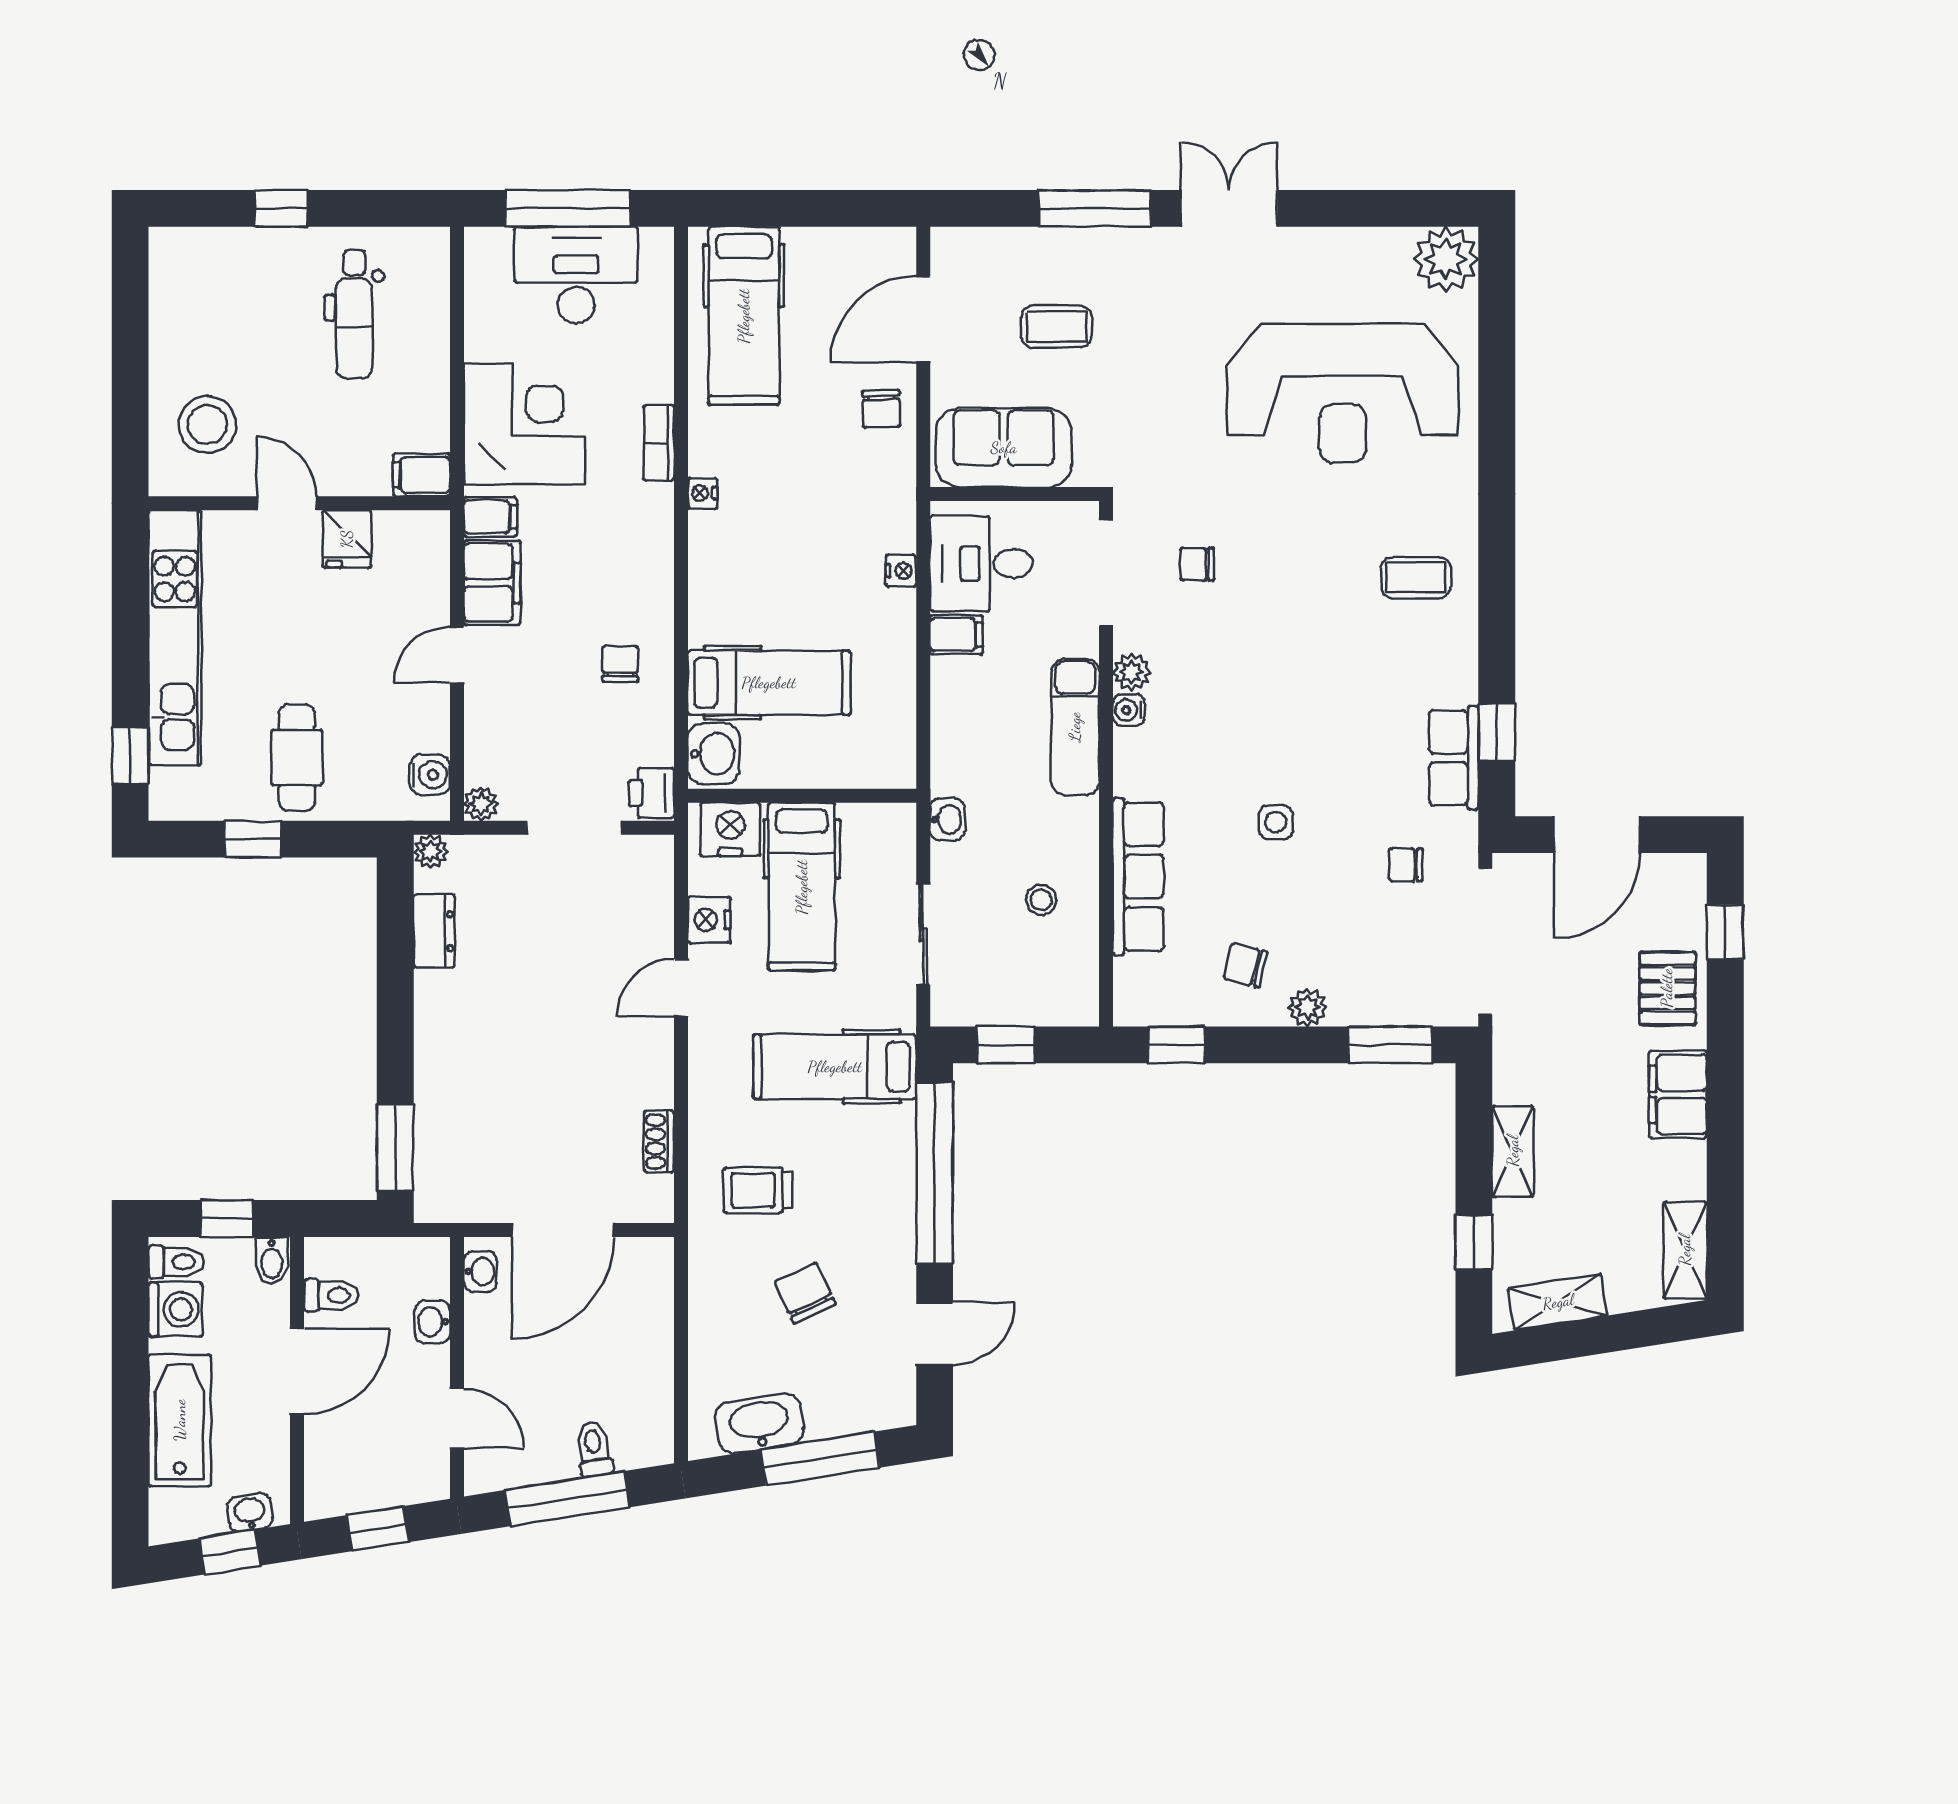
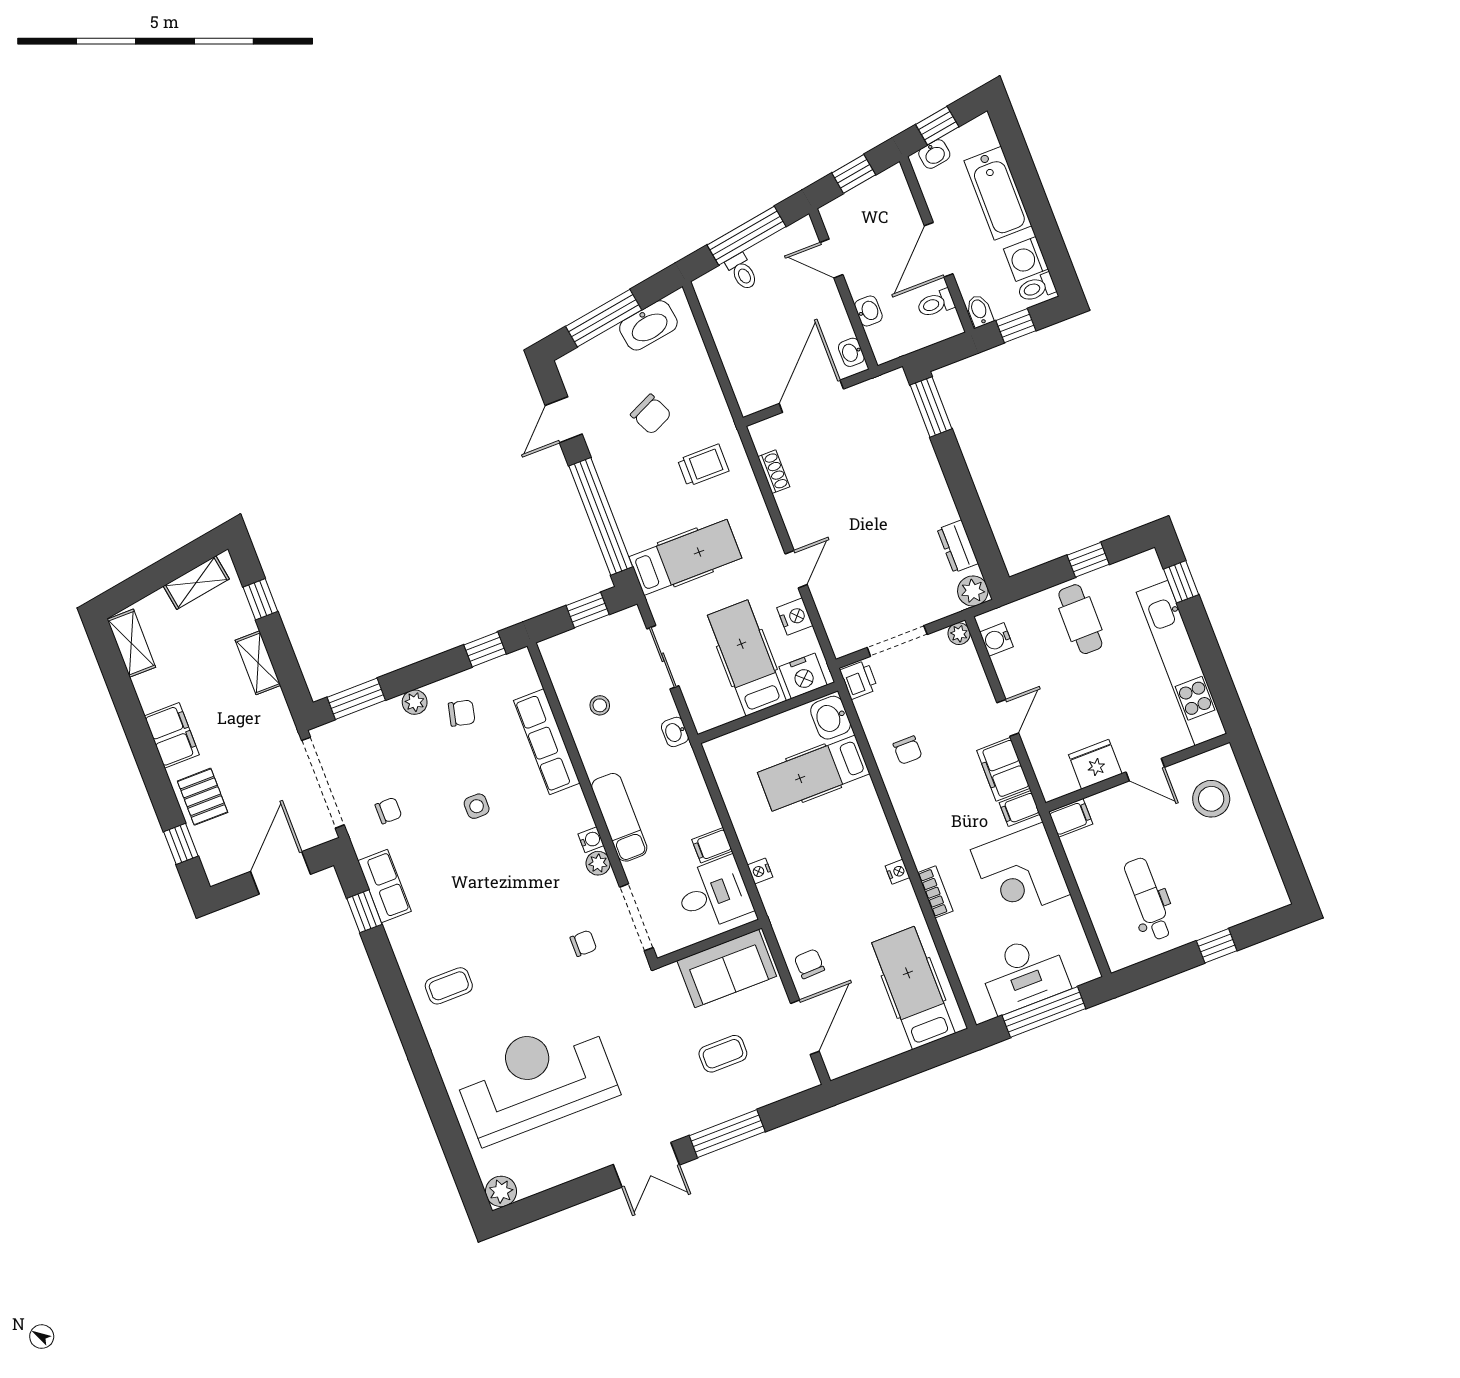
plant: (1446, 259) -> (501, 1191), width x0.73, depth x0.73
fridge: (347, 539) -> (1095, 764), width x1.38
plant: (431, 852) -> (973, 591), width x1.38, depth x1.38

